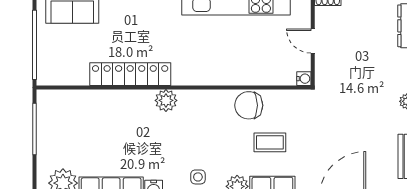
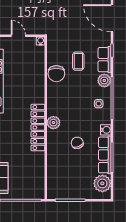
door: (313, 41) -> (18, 36), swing flipped
locker: (130, 74) -> (38, 127), moved
chair: (132, 141) -> (77, 143), added

